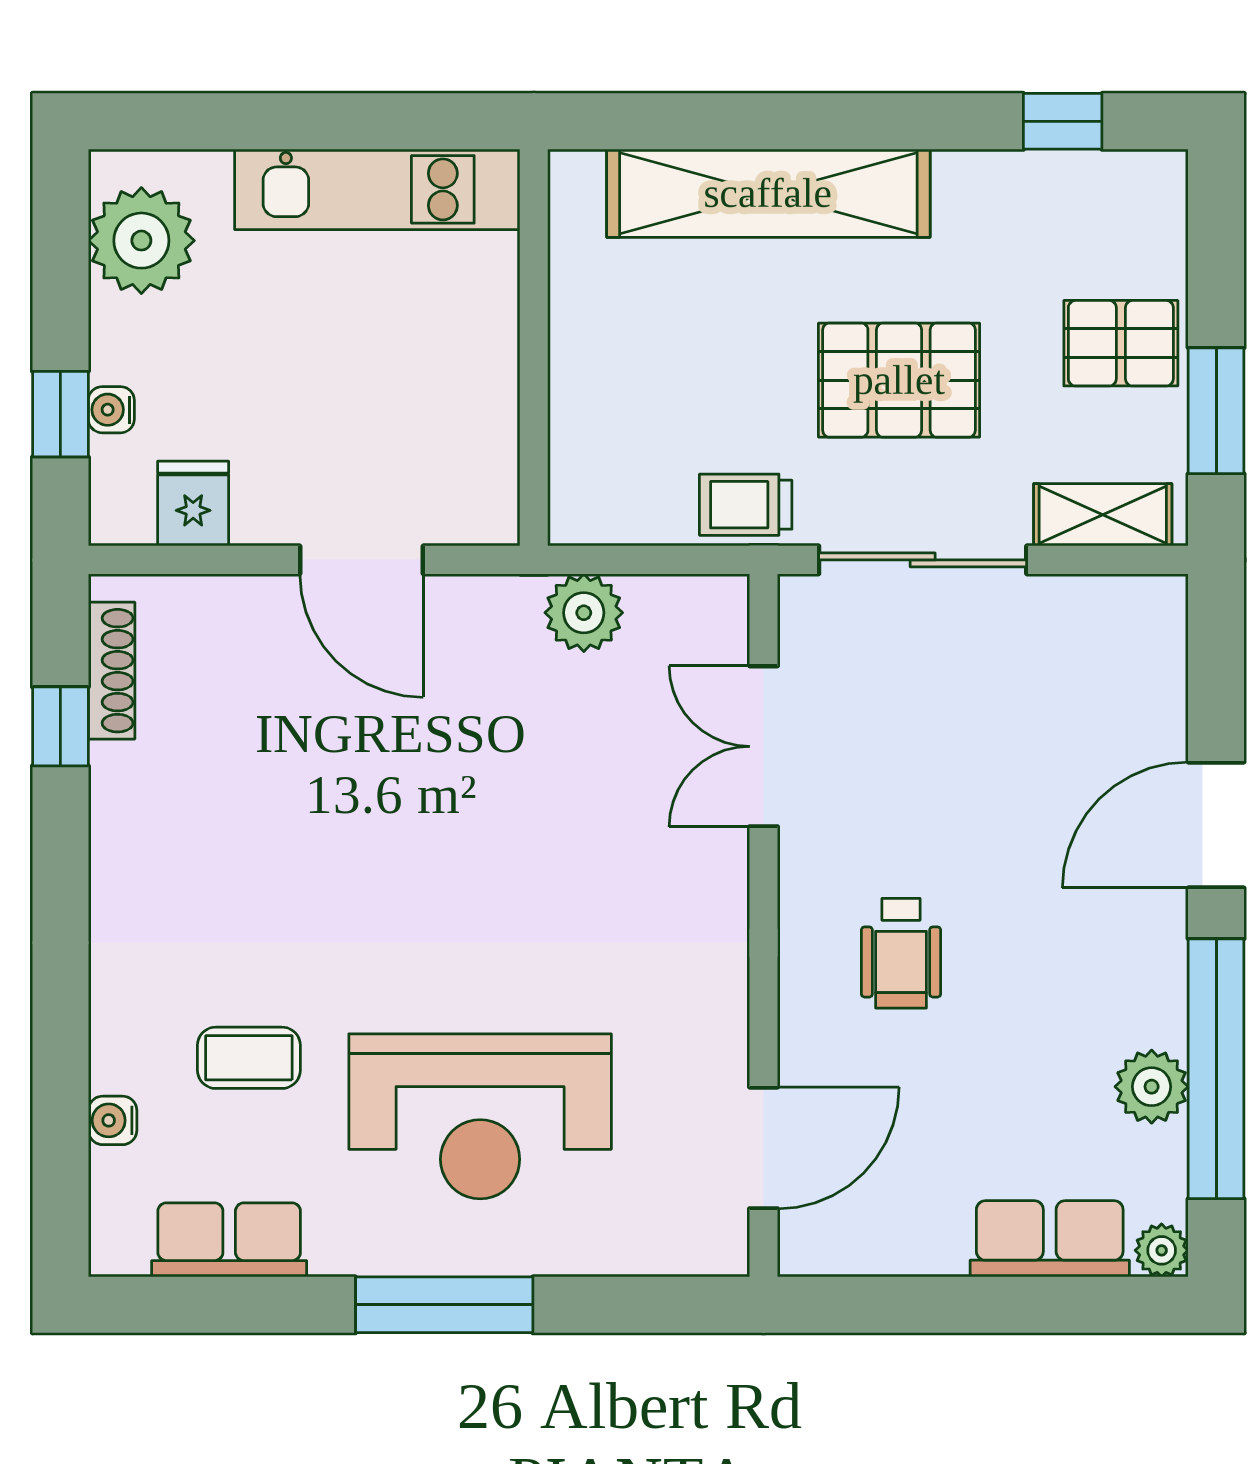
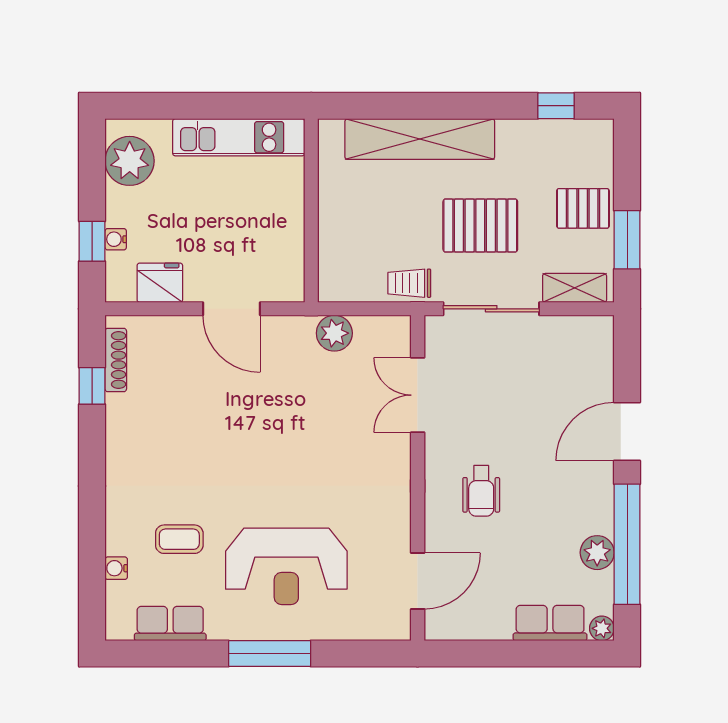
fridge: (193, 504) -> (160, 283), width x1.38

